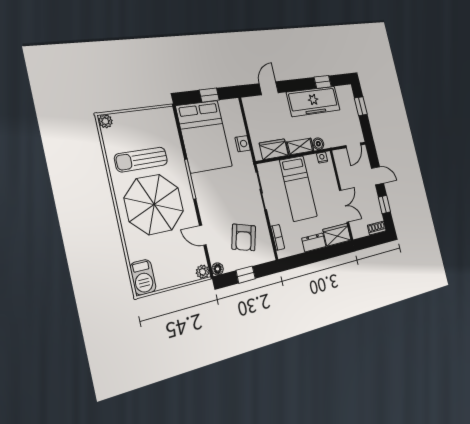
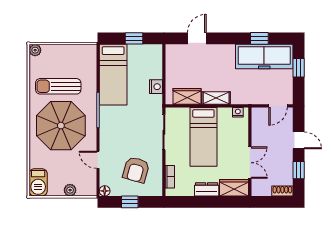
freezer: (313, 101) -> (264, 57), moved
bed: (204, 136) -> (113, 75), width x0.67
boiler: (318, 144) -> (237, 98), removed
plant: (203, 272) -> (70, 190), moved

